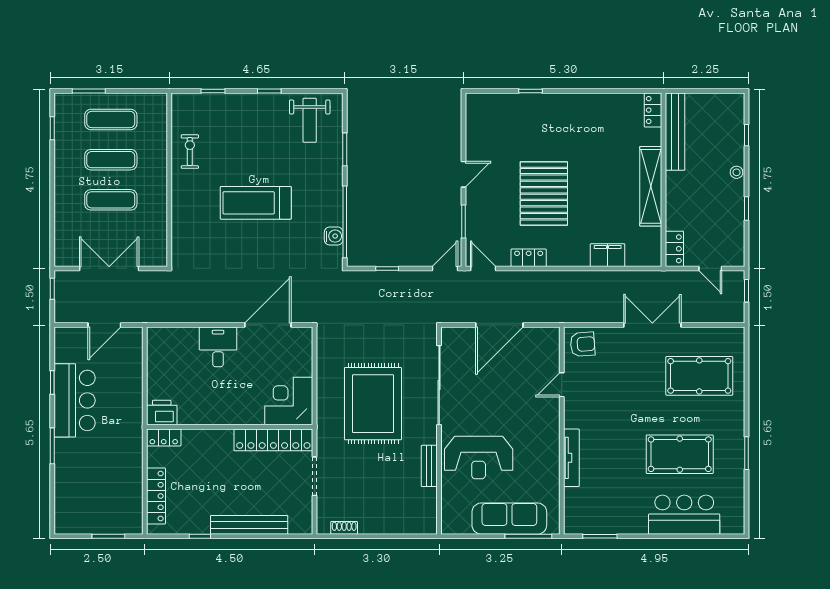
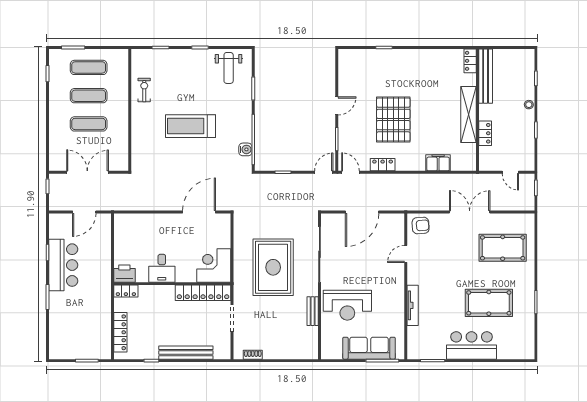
locker: (674, 249) -> (485, 133), moved
desk: (218, 347) -> (162, 268), moved, turned 180
bar counter: (684, 515) -> (472, 345), moved

